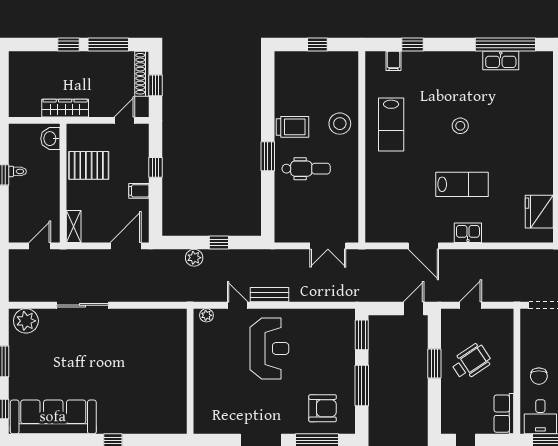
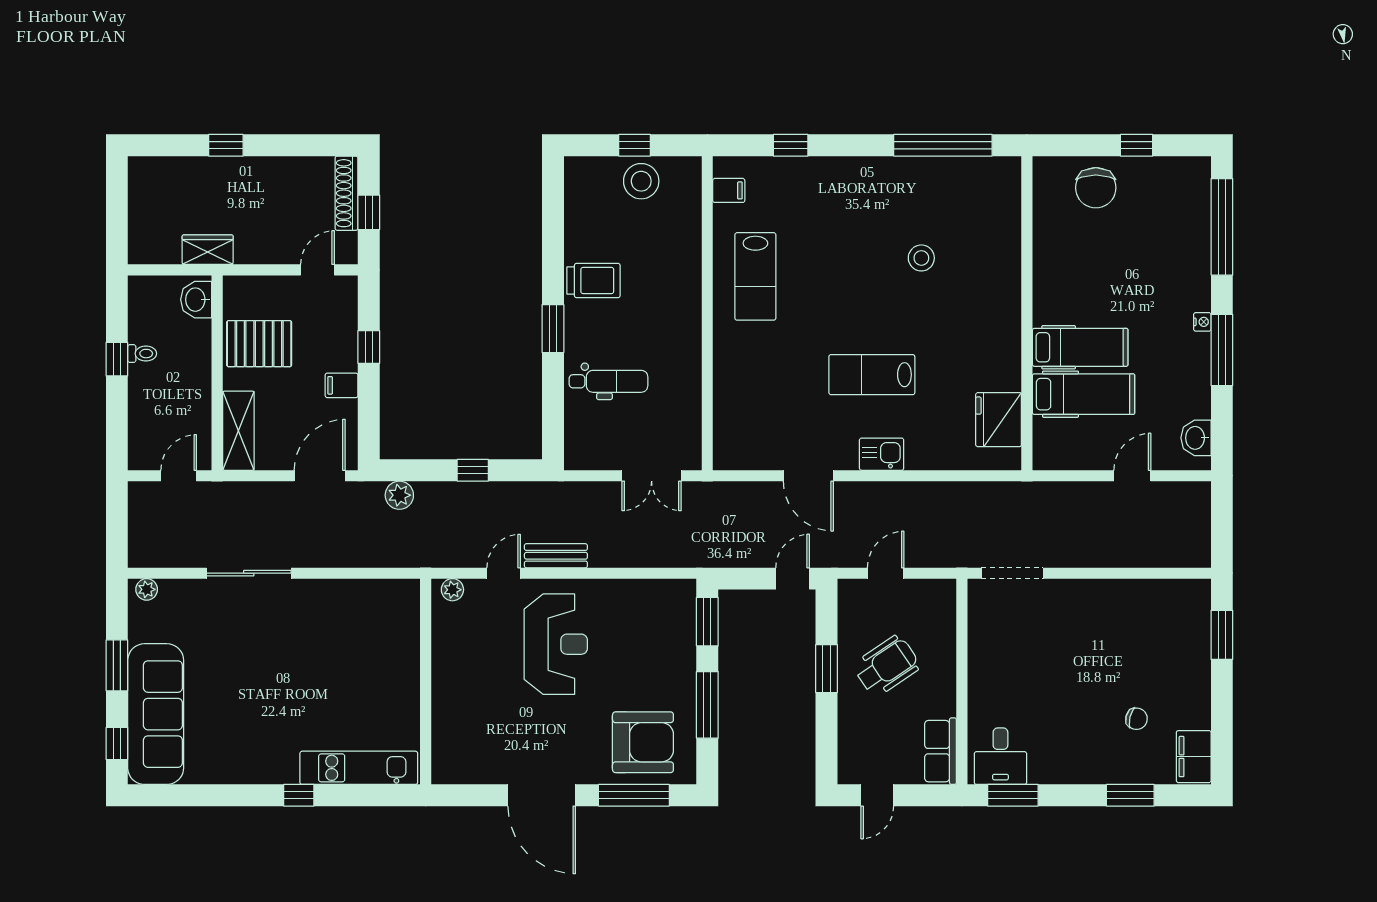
window: (108, 45) -> (291, 145), removed
filing cabinet: (394, 61) -> (729, 190), moved, turned -90
kitchen sink: (501, 61) -> (936, 172), removed
wardrobe: (65, 108) -> (208, 250), width x0.67
stool: (340, 124) -> (641, 181), moved
stool: (460, 126) -> (921, 258), moved
dental chair: (306, 169) -> (608, 381), moved
lab bench: (462, 184) -> (872, 375), turned 180
shelving: (74, 226) -> (238, 431), width x1.50, depth x1.33
plant: (194, 258) -> (399, 495), moved
door: (238, 305) -> (504, 573), hinge flipped
plant: (26, 321) -> (147, 589), width x0.53, depth x0.53
chair: (539, 376) -> (998, 690), removed
armchair: (323, 408) -> (643, 742), width x1.36, depth x1.36
sofa: (53, 417) -> (156, 714), moved, turned 90
kitchen unit: (149, 424) -> (359, 768), added

